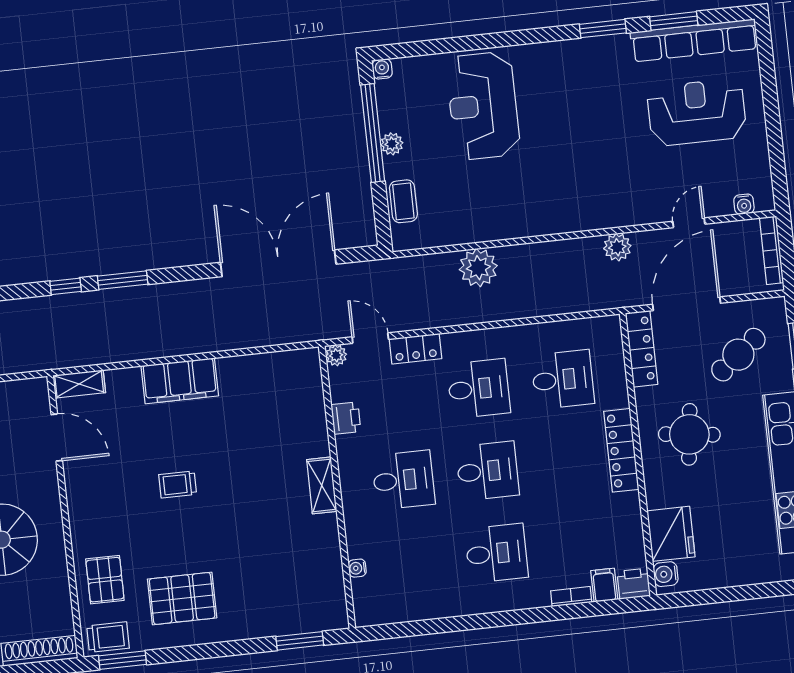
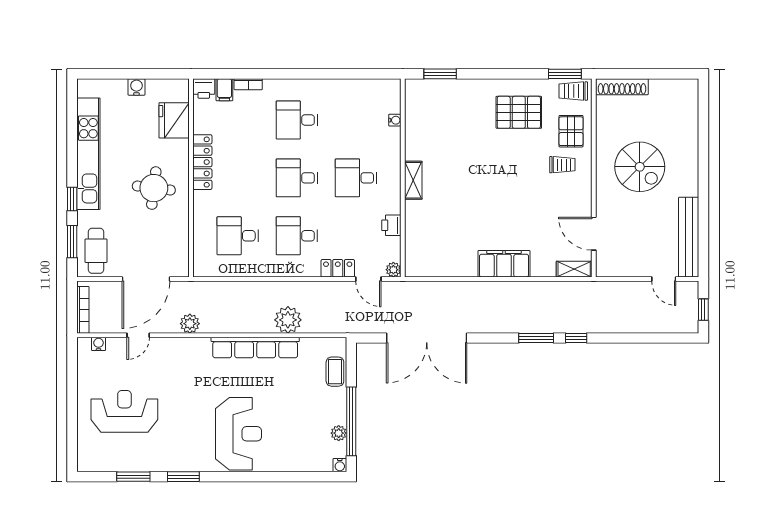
row of seats: (694, 40) -> (255, 348), moved, turned 180
reception desk: (483, 106) -> (238, 434), moved
reception desk: (697, 112) -> (124, 411), turned 180
plant: (392, 144) -> (339, 433), moved
locker: (642, 349) -> (181, 251), removed
cafe table: (738, 355) -> (96, 251), moved, turned -52
locker: (621, 450) -> (202, 162), moved
trolley: (178, 484) -> (562, 165), moved
water cooler: (666, 574) -> (136, 87), moved, turned -90

